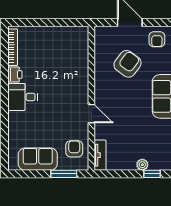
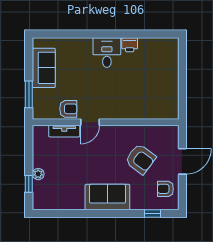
bookcase: (13, 47) -> (157, 42), removed
armchair: (74, 149) -> (68, 109), moved
tv unit: (100, 155) -> (64, 131), moved

